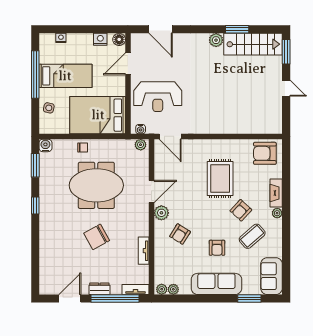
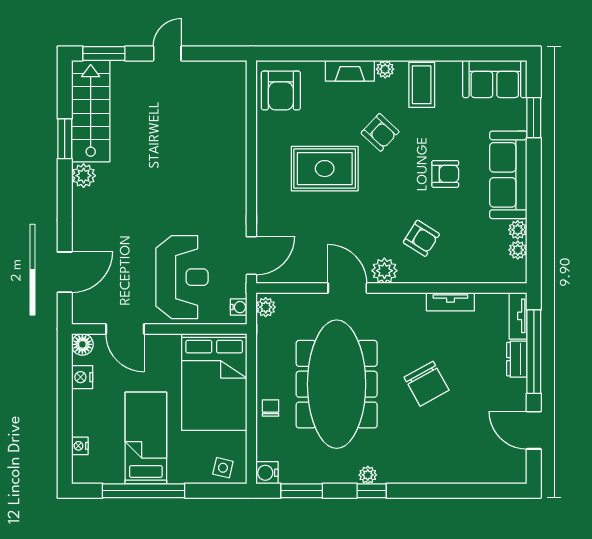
side table: (49, 108) -> (223, 468), moved
meeting table: (96, 185) -> (337, 384), width x1.36
plant: (44, 203) -> (368, 475), added
coffee table: (252, 236) -> (422, 85), moved, turned 41
dresser: (99, 289) -> (517, 359), moved
plant: (162, 289) -> (518, 230), moved

